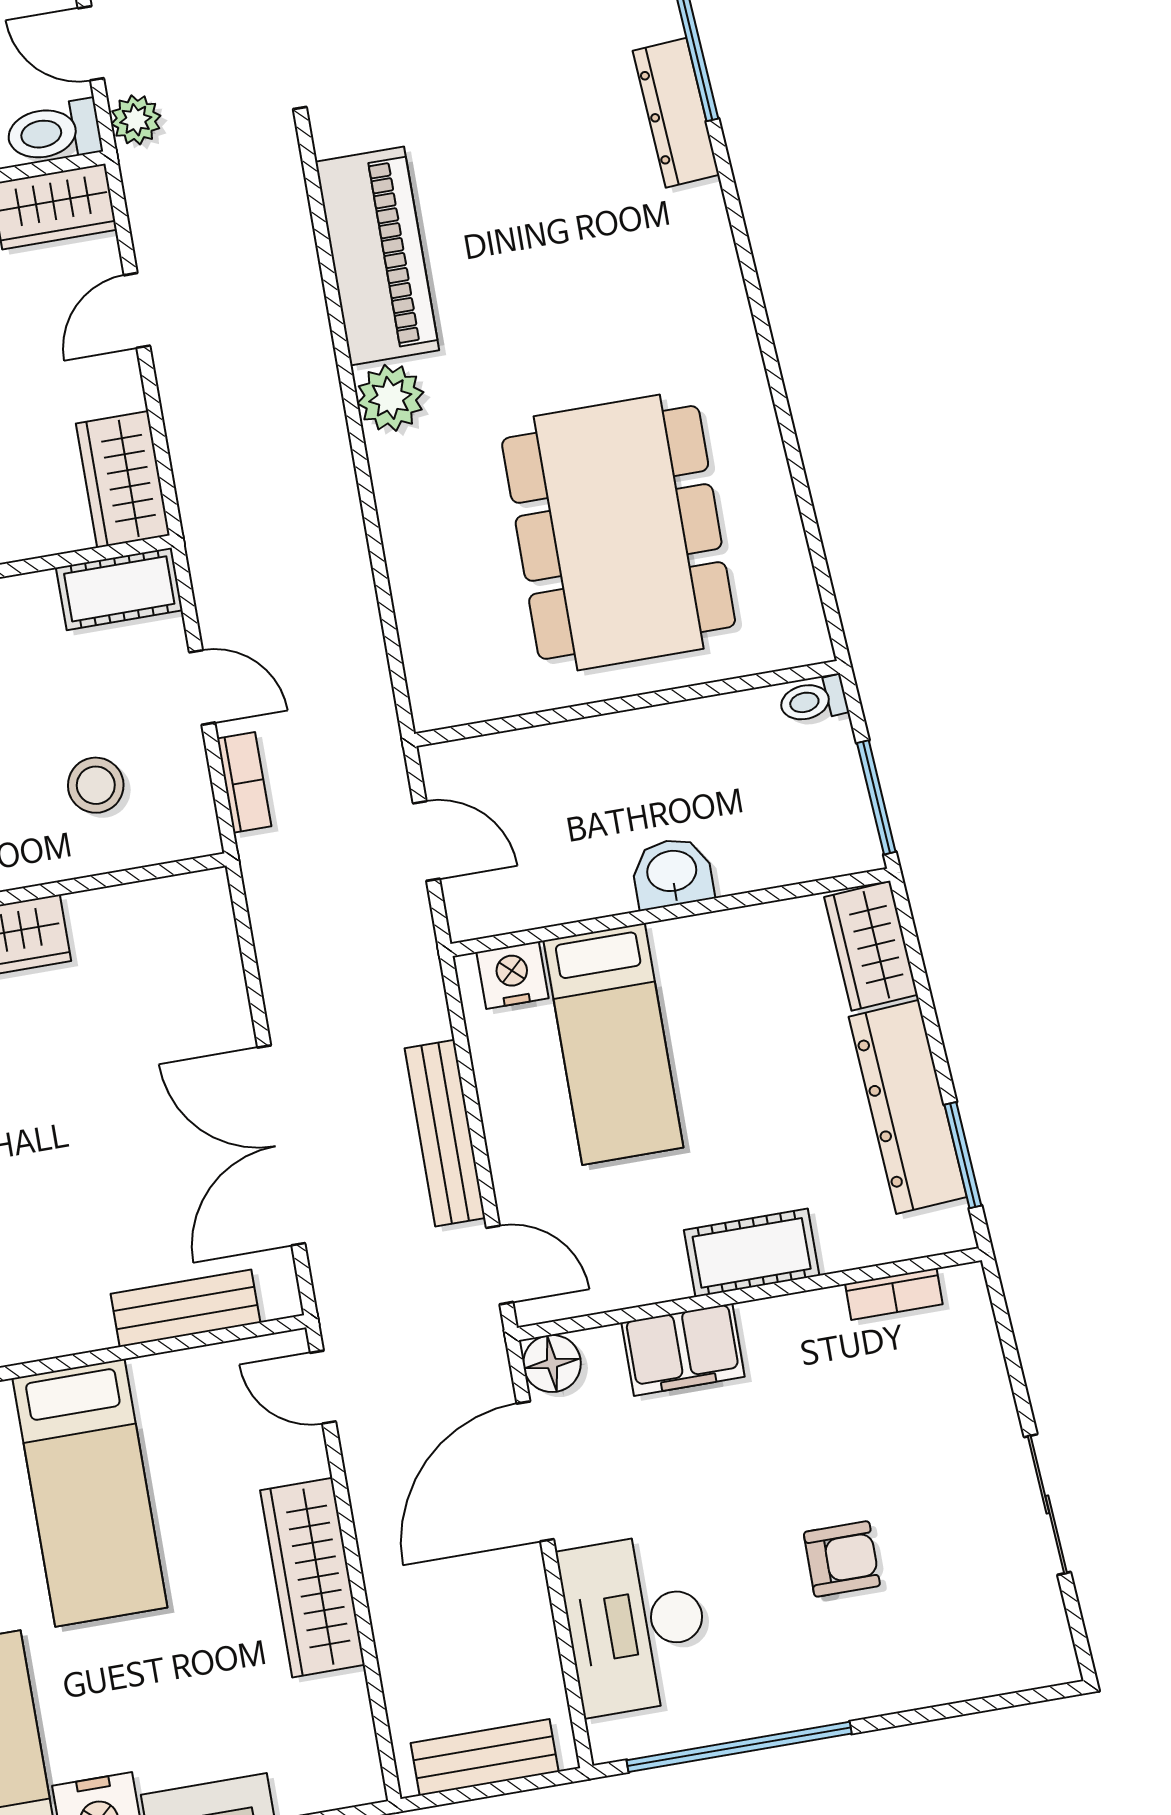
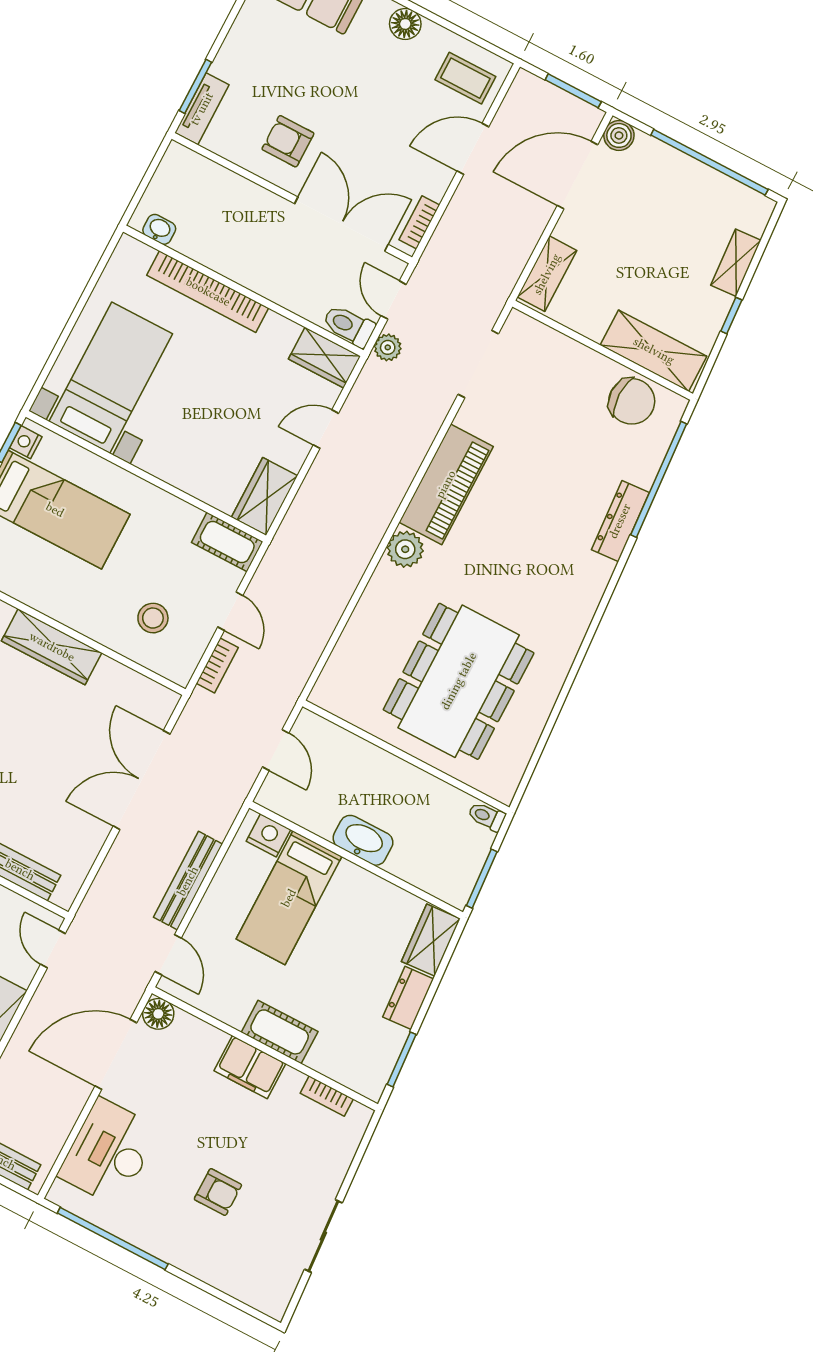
washbasin: (672, 873) -> (363, 840), width x1.38
dresser: (908, 1107) -> (408, 998), width x0.51, depth x0.80
double door: (281, 1145) -> (142, 780), moved
filing cabinet: (683, 1350) -> (250, 1067), moved

